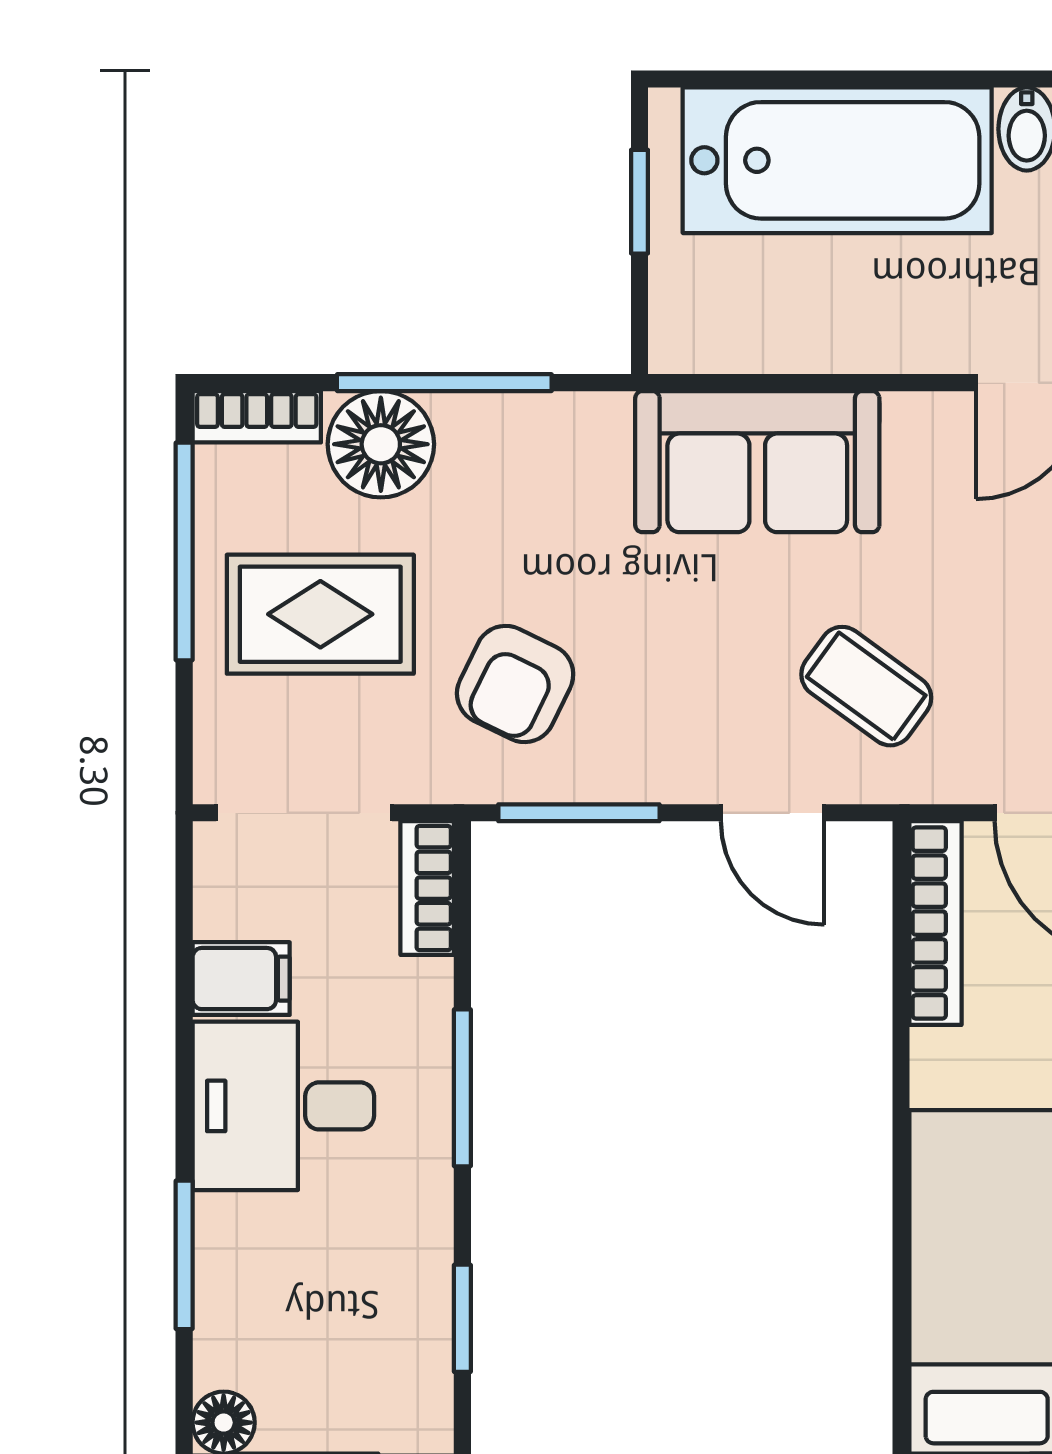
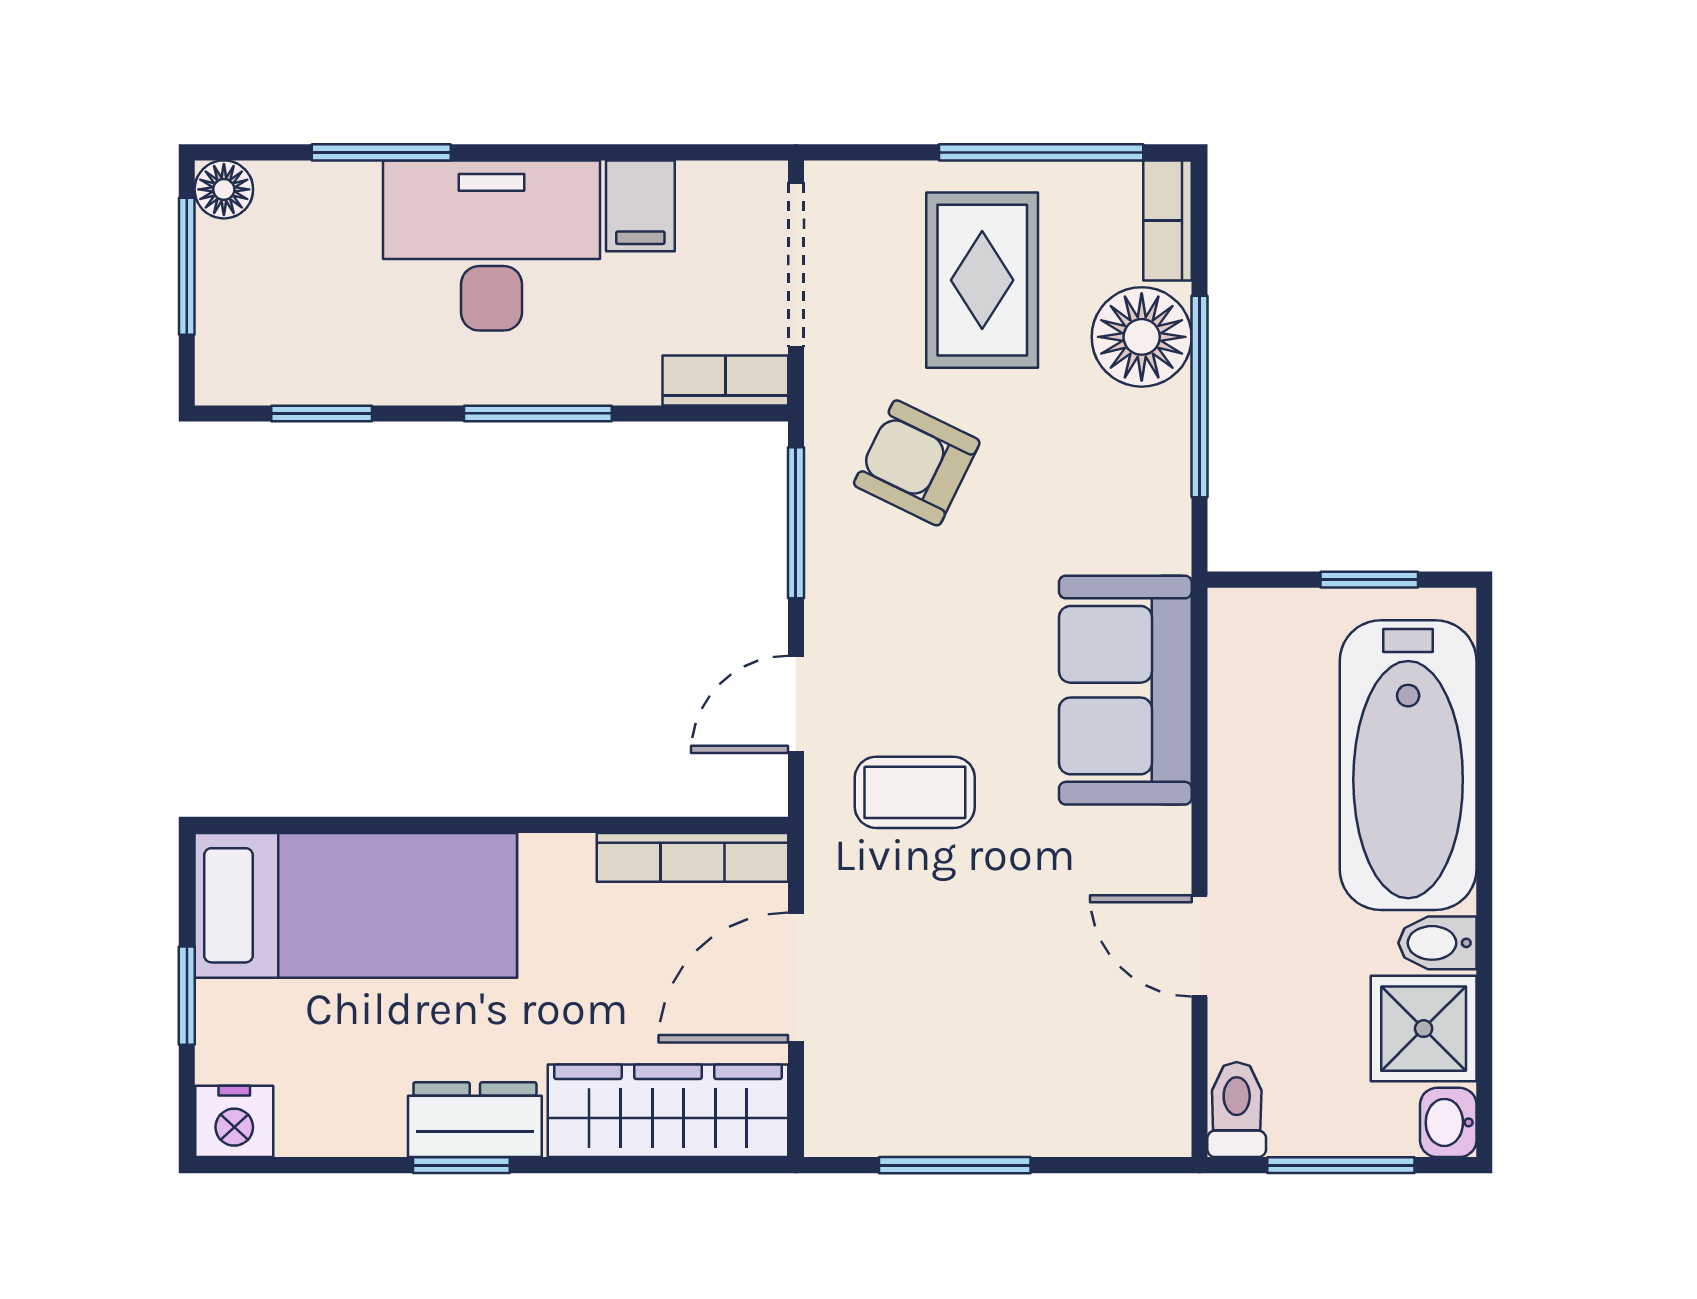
coffee table: (866, 686) -> (915, 792), turned 54
desk: (283, 1106) -> (491, 245), width x1.37

